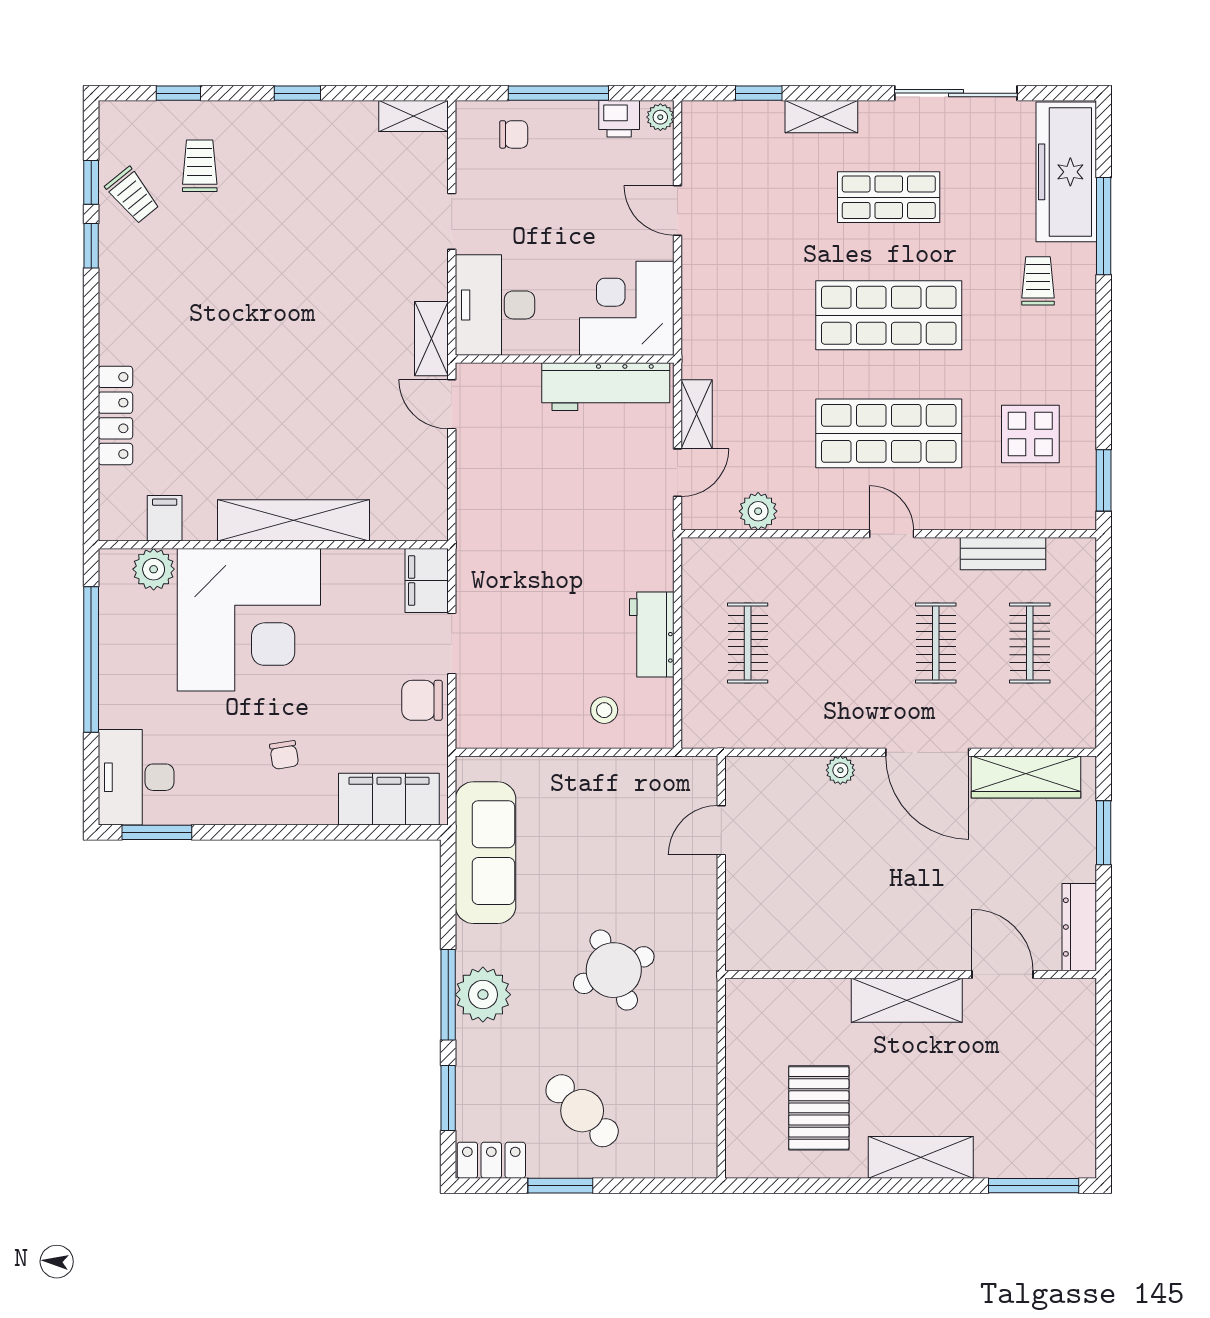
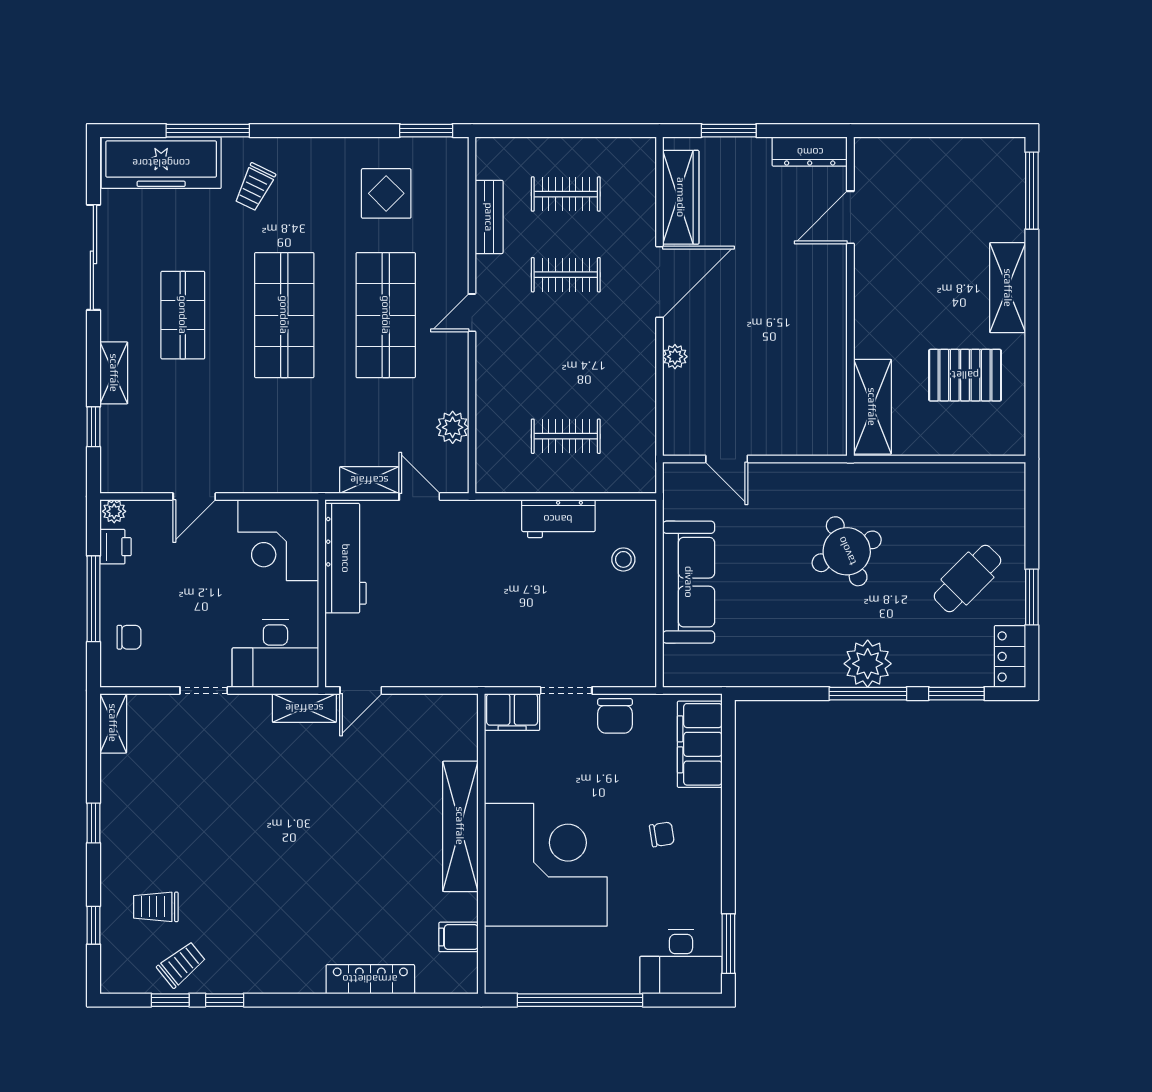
chair: (514, 134) -> (129, 637), turned 90
trolley: (1038, 281) -> (255, 187), turned -64
plant: (154, 569) -> (502, 946), removed
sofa: (486, 853) -> (689, 582), moved, turned 90
shelving: (907, 1000) -> (872, 407), moved

